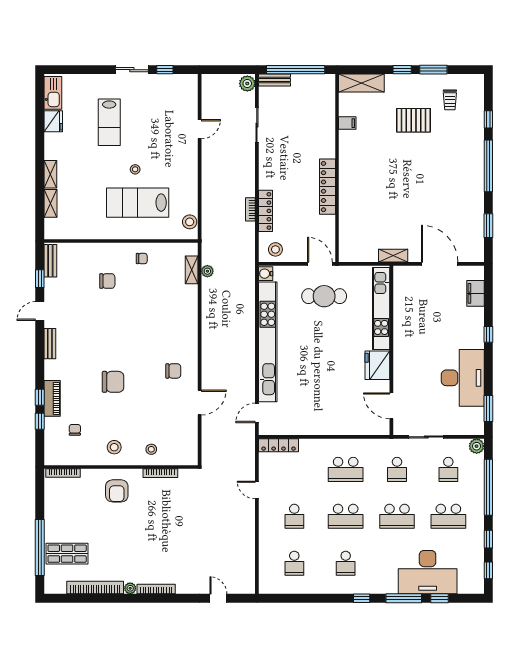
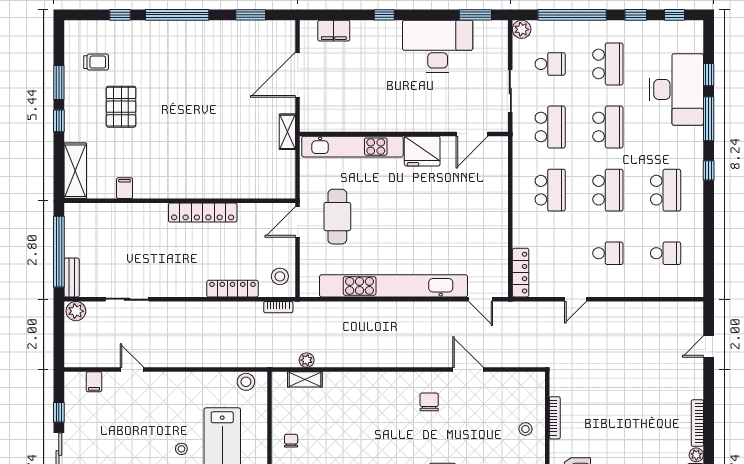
filing cabinet: (190, 98) -> (94, 382), added
bookcase: (250, 209) -> (278, 307), moved
water cooler: (266, 274) -> (310, 288), removed
school desk: (397, 469) -> (550, 127), width x1.85
school desk: (346, 563) -> (666, 190), width x1.85

